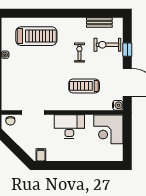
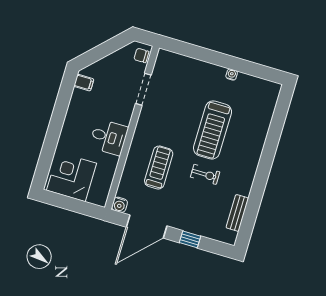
treadmill: (36, 36) -> (213, 130), moved
exercise bike: (107, 45) -> (204, 215), removed
desk: (69, 127) -> (109, 137), width x0.73
corner desk: (108, 129) -> (72, 177), moved

